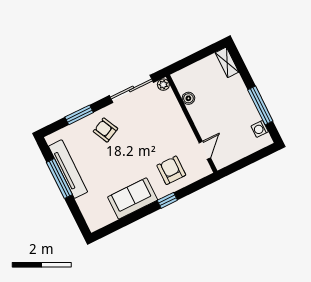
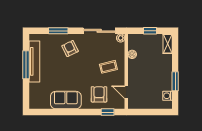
window: (196, 57) -> (150, 31), added
window: (260, 105) -> (175, 81), width x0.69
coffee table: (166, 129) -> (108, 67), added
door: (205, 150) -> (126, 92), swing flipped
window: (167, 200) -> (108, 112), moved

